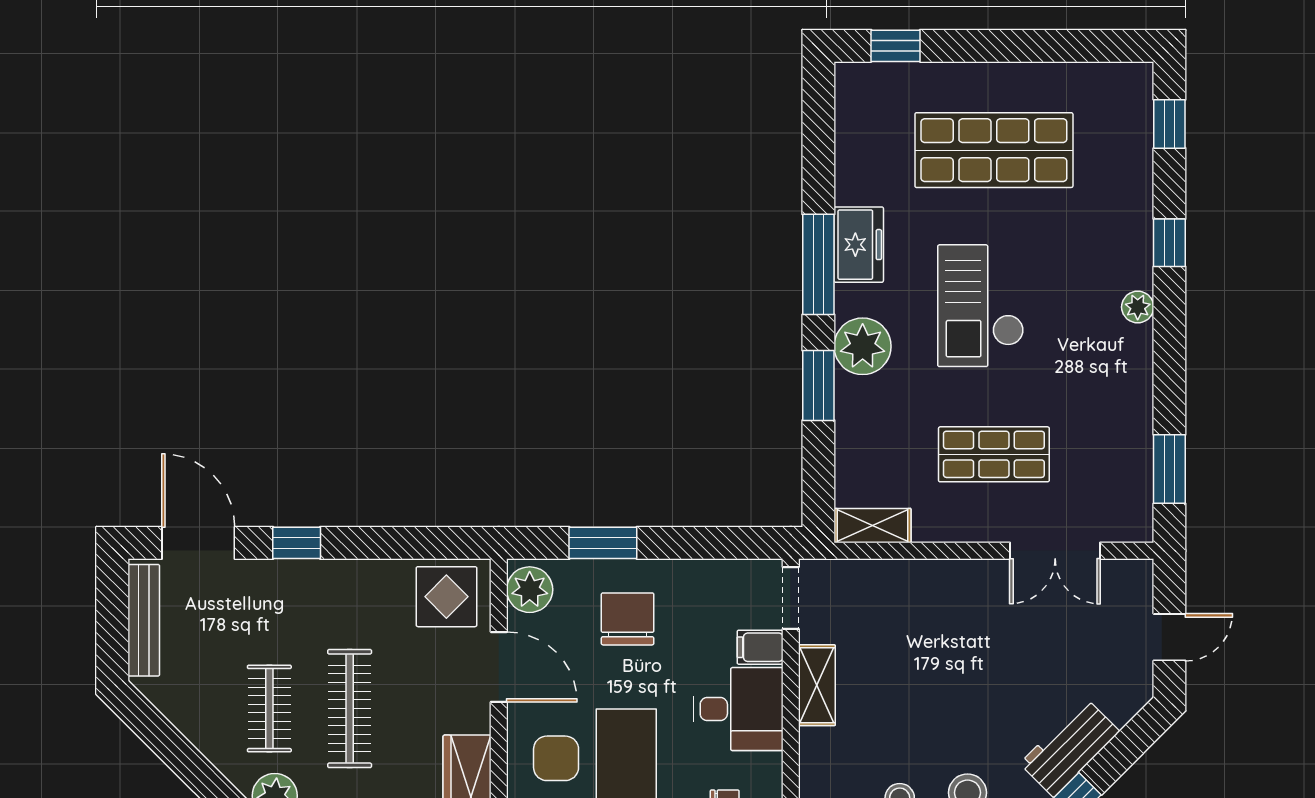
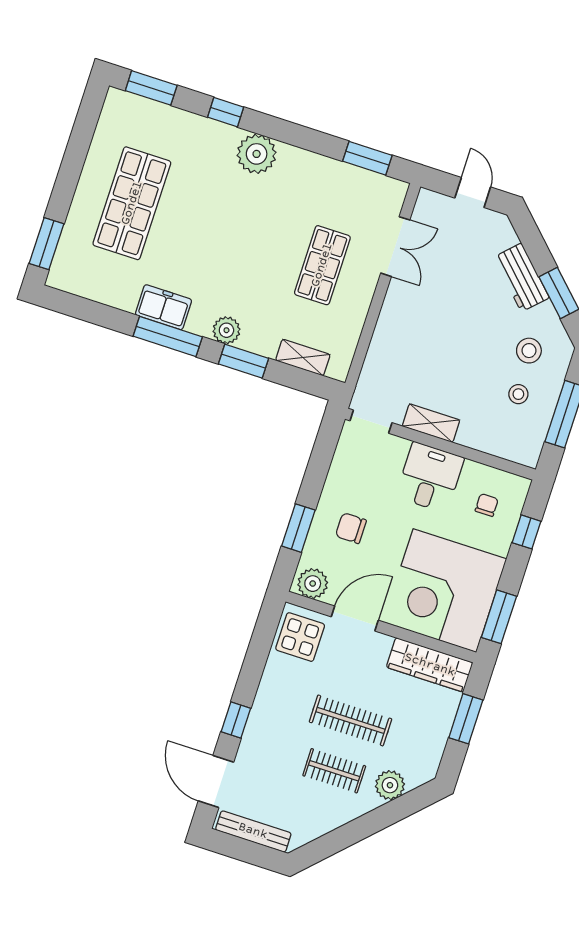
window: (896, 46) -> (47, 244), width x1.50
window: (1169, 124) -> (151, 88), width x1.50
checkout: (981, 306) -> (227, 243), removed
plant: (1138, 307) -> (257, 154), width x1.87, depth x1.87
plant: (863, 346) -> (226, 330), width x0.73, depth x0.73
shelving: (873, 526) -> (303, 357), moved, turned 90
door: (198, 543) -> (216, 782), hinge flipped
chair: (628, 619) -> (351, 528), width x0.73, depth x0.73
filing cabinet: (760, 647) -> (396, 451), removed

